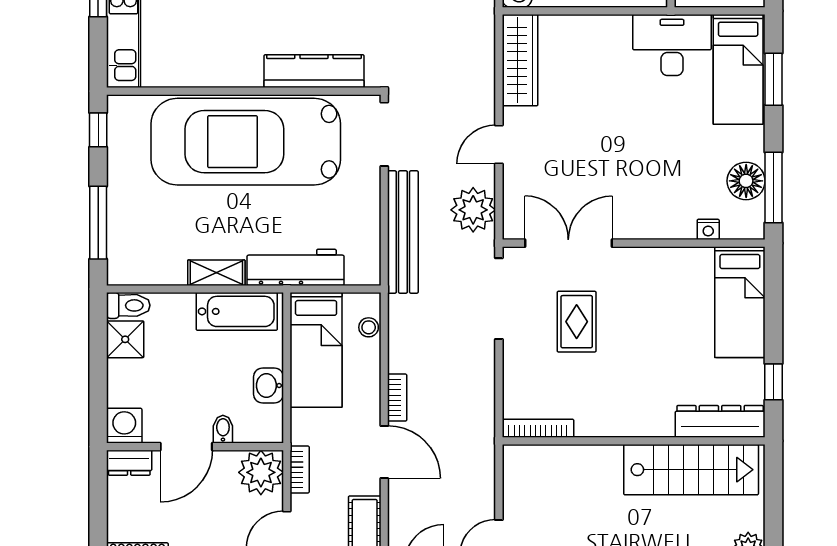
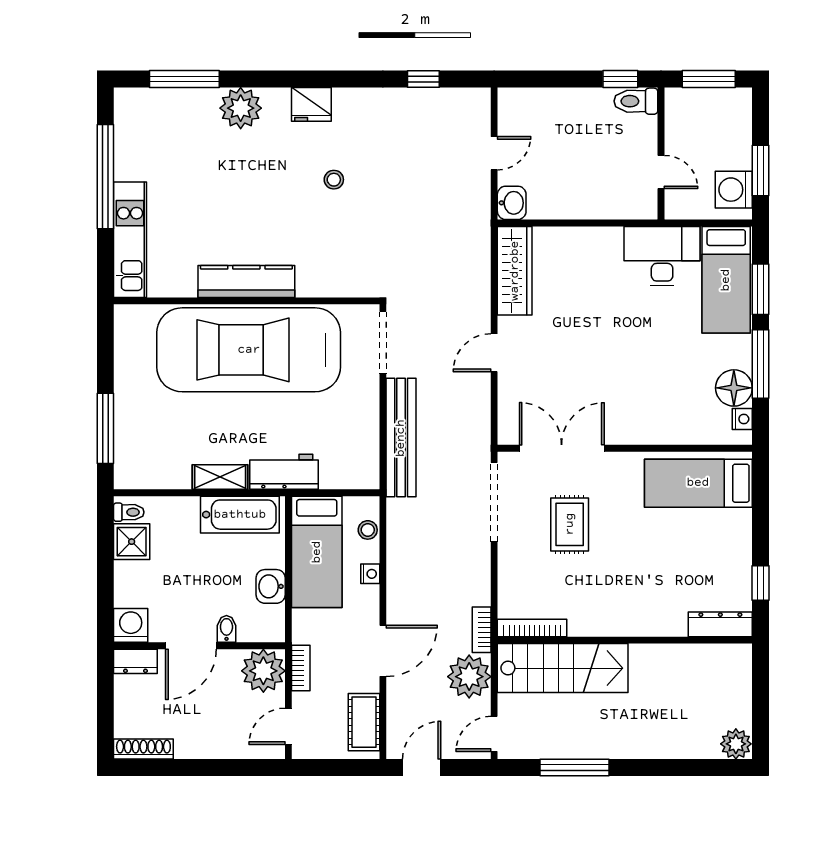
kitchen counter: (314, 71) -> (246, 281), moved
window: (98, 130) -> (105, 338), removed
window: (773, 187) -> (761, 364), moved
plant: (473, 210) -> (469, 677), moved
nightstand: (708, 229) -> (742, 419), moved, turned -90
workbench: (296, 267) -> (284, 472), width x0.73
bed: (740, 302) -> (698, 483), moved, turned 90
toilet: (128, 305) -> (129, 512), width x0.73, depth x0.72
nightstand: (371, 373) -> (370, 574), added
bookcase: (397, 398) -> (482, 630), moved, turned 180
dresser: (720, 421) -> (720, 624), width x0.73, depth x0.80
door: (384, 452) -> (383, 651), hinge flipped
stairs: (691, 470) -> (563, 668), moved

